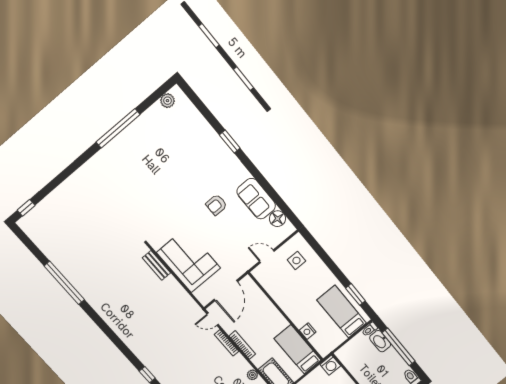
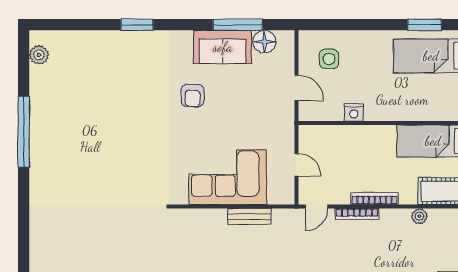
window: (275, 197) -> (238, 25), added
door: (267, 256) -> (296, 88), swing flipped
bench: (156, 265) -> (249, 217), moved
door: (226, 291) -> (296, 165), width x0.53
nightstand: (308, 331) -> (354, 112), moved

